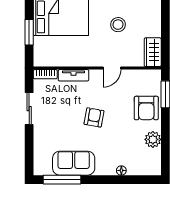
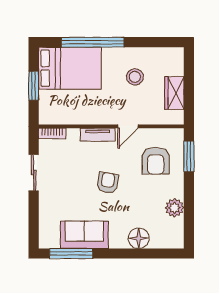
wardrobe: (153, 52) -> (174, 93), moved
tv unit: (73, 75) -> (98, 135), moved
armchair: (146, 108) -> (156, 161), moved
floor lamp: (121, 170) -> (139, 238), width x1.89, depth x1.89

